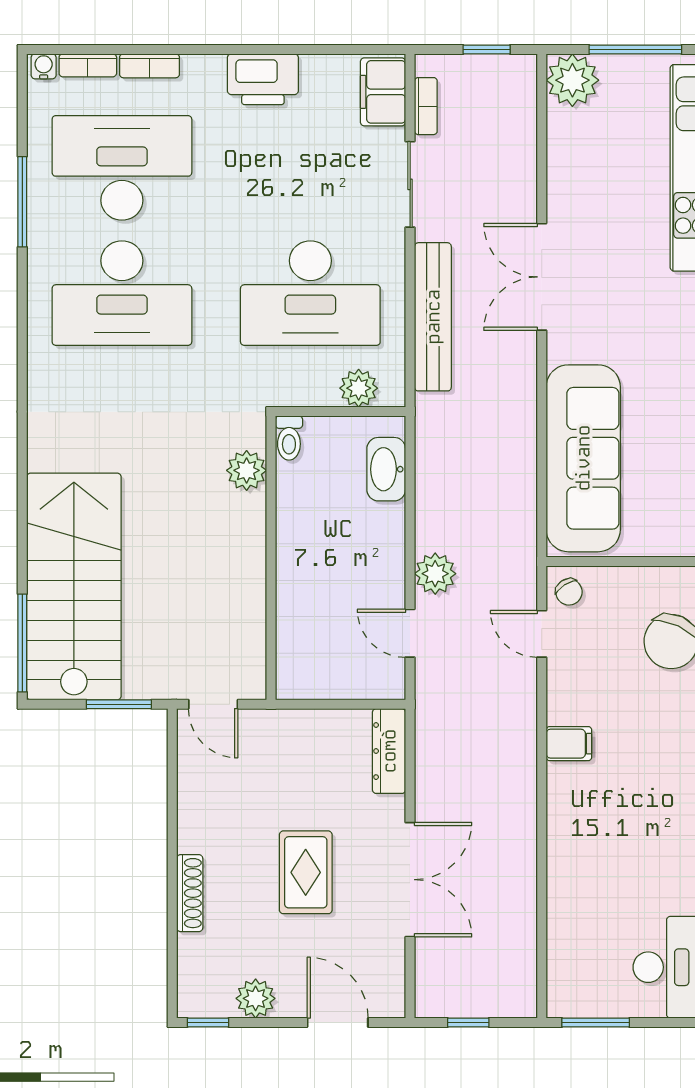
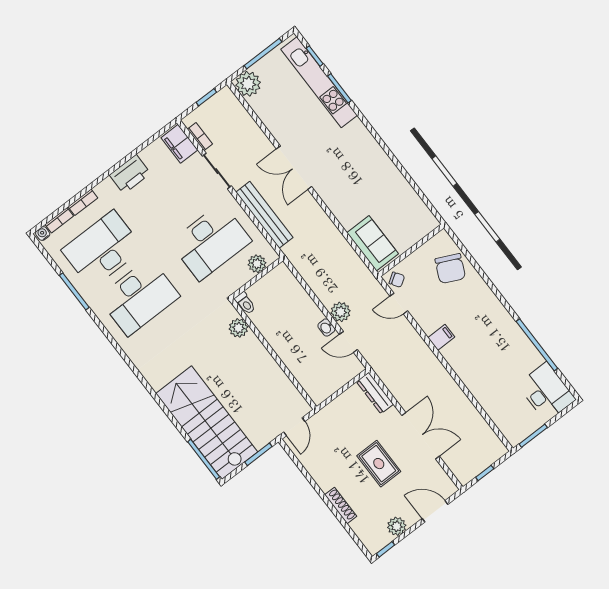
sofa: (583, 458) -> (373, 243), width x0.54, depth x0.79
washbasin: (386, 469) -> (326, 327), moved, width x0.52, depth x0.69
door: (213, 704) -> (294, 427), hinge flipped

